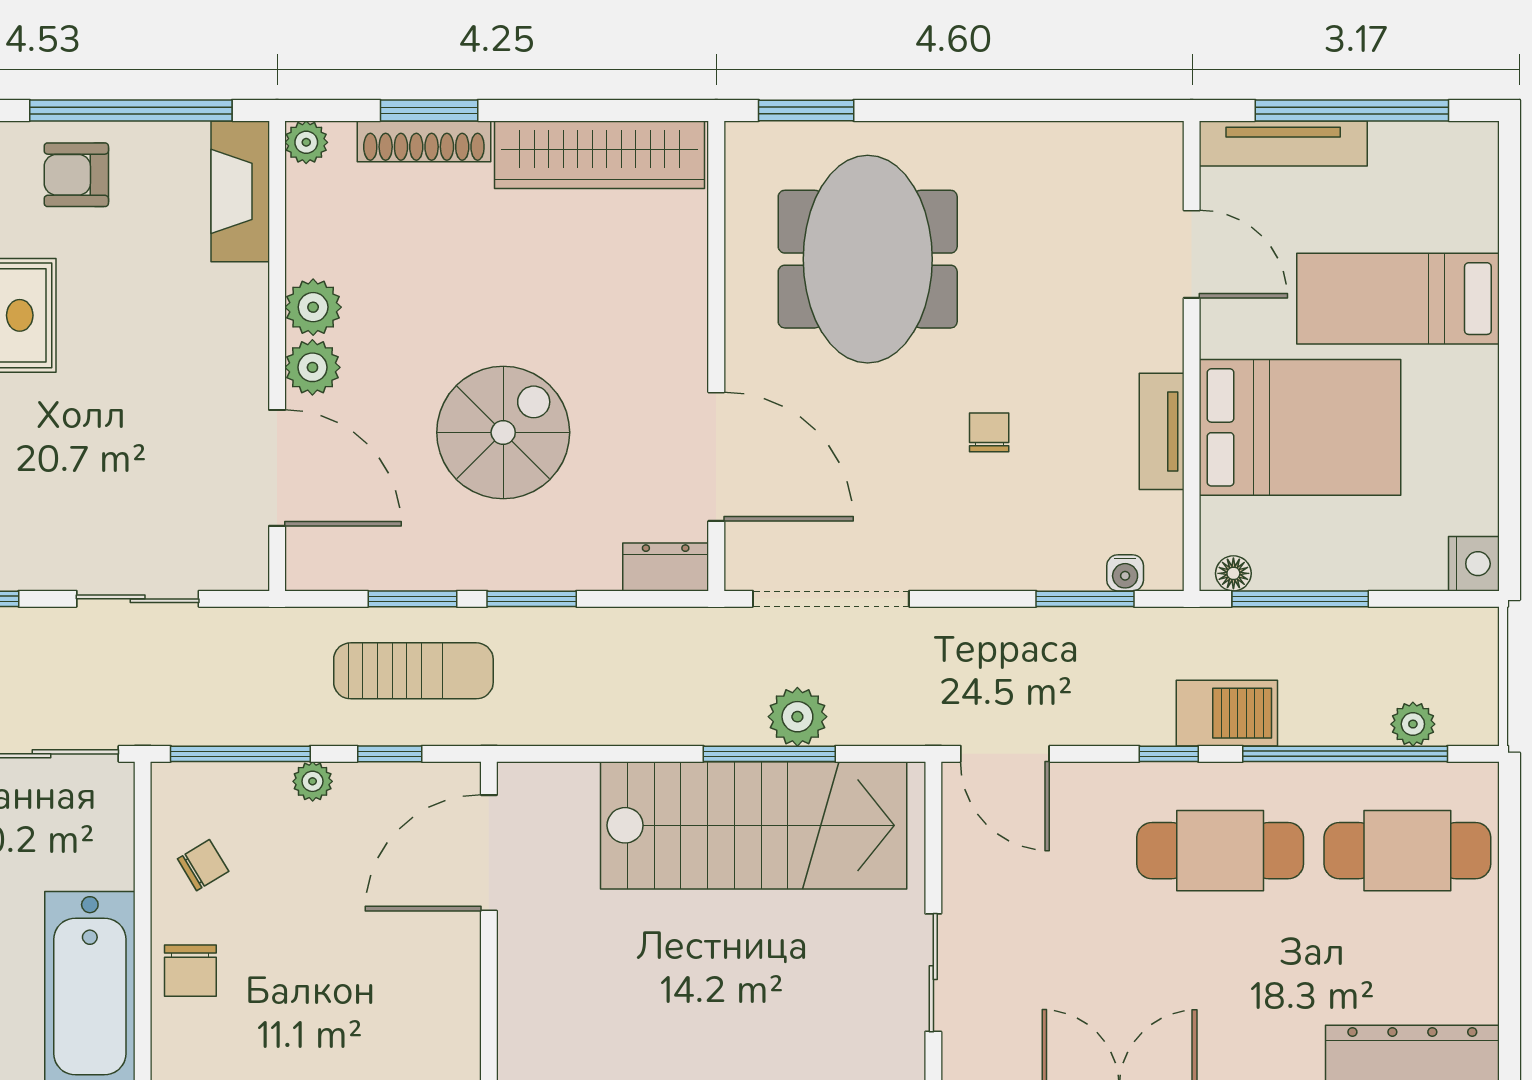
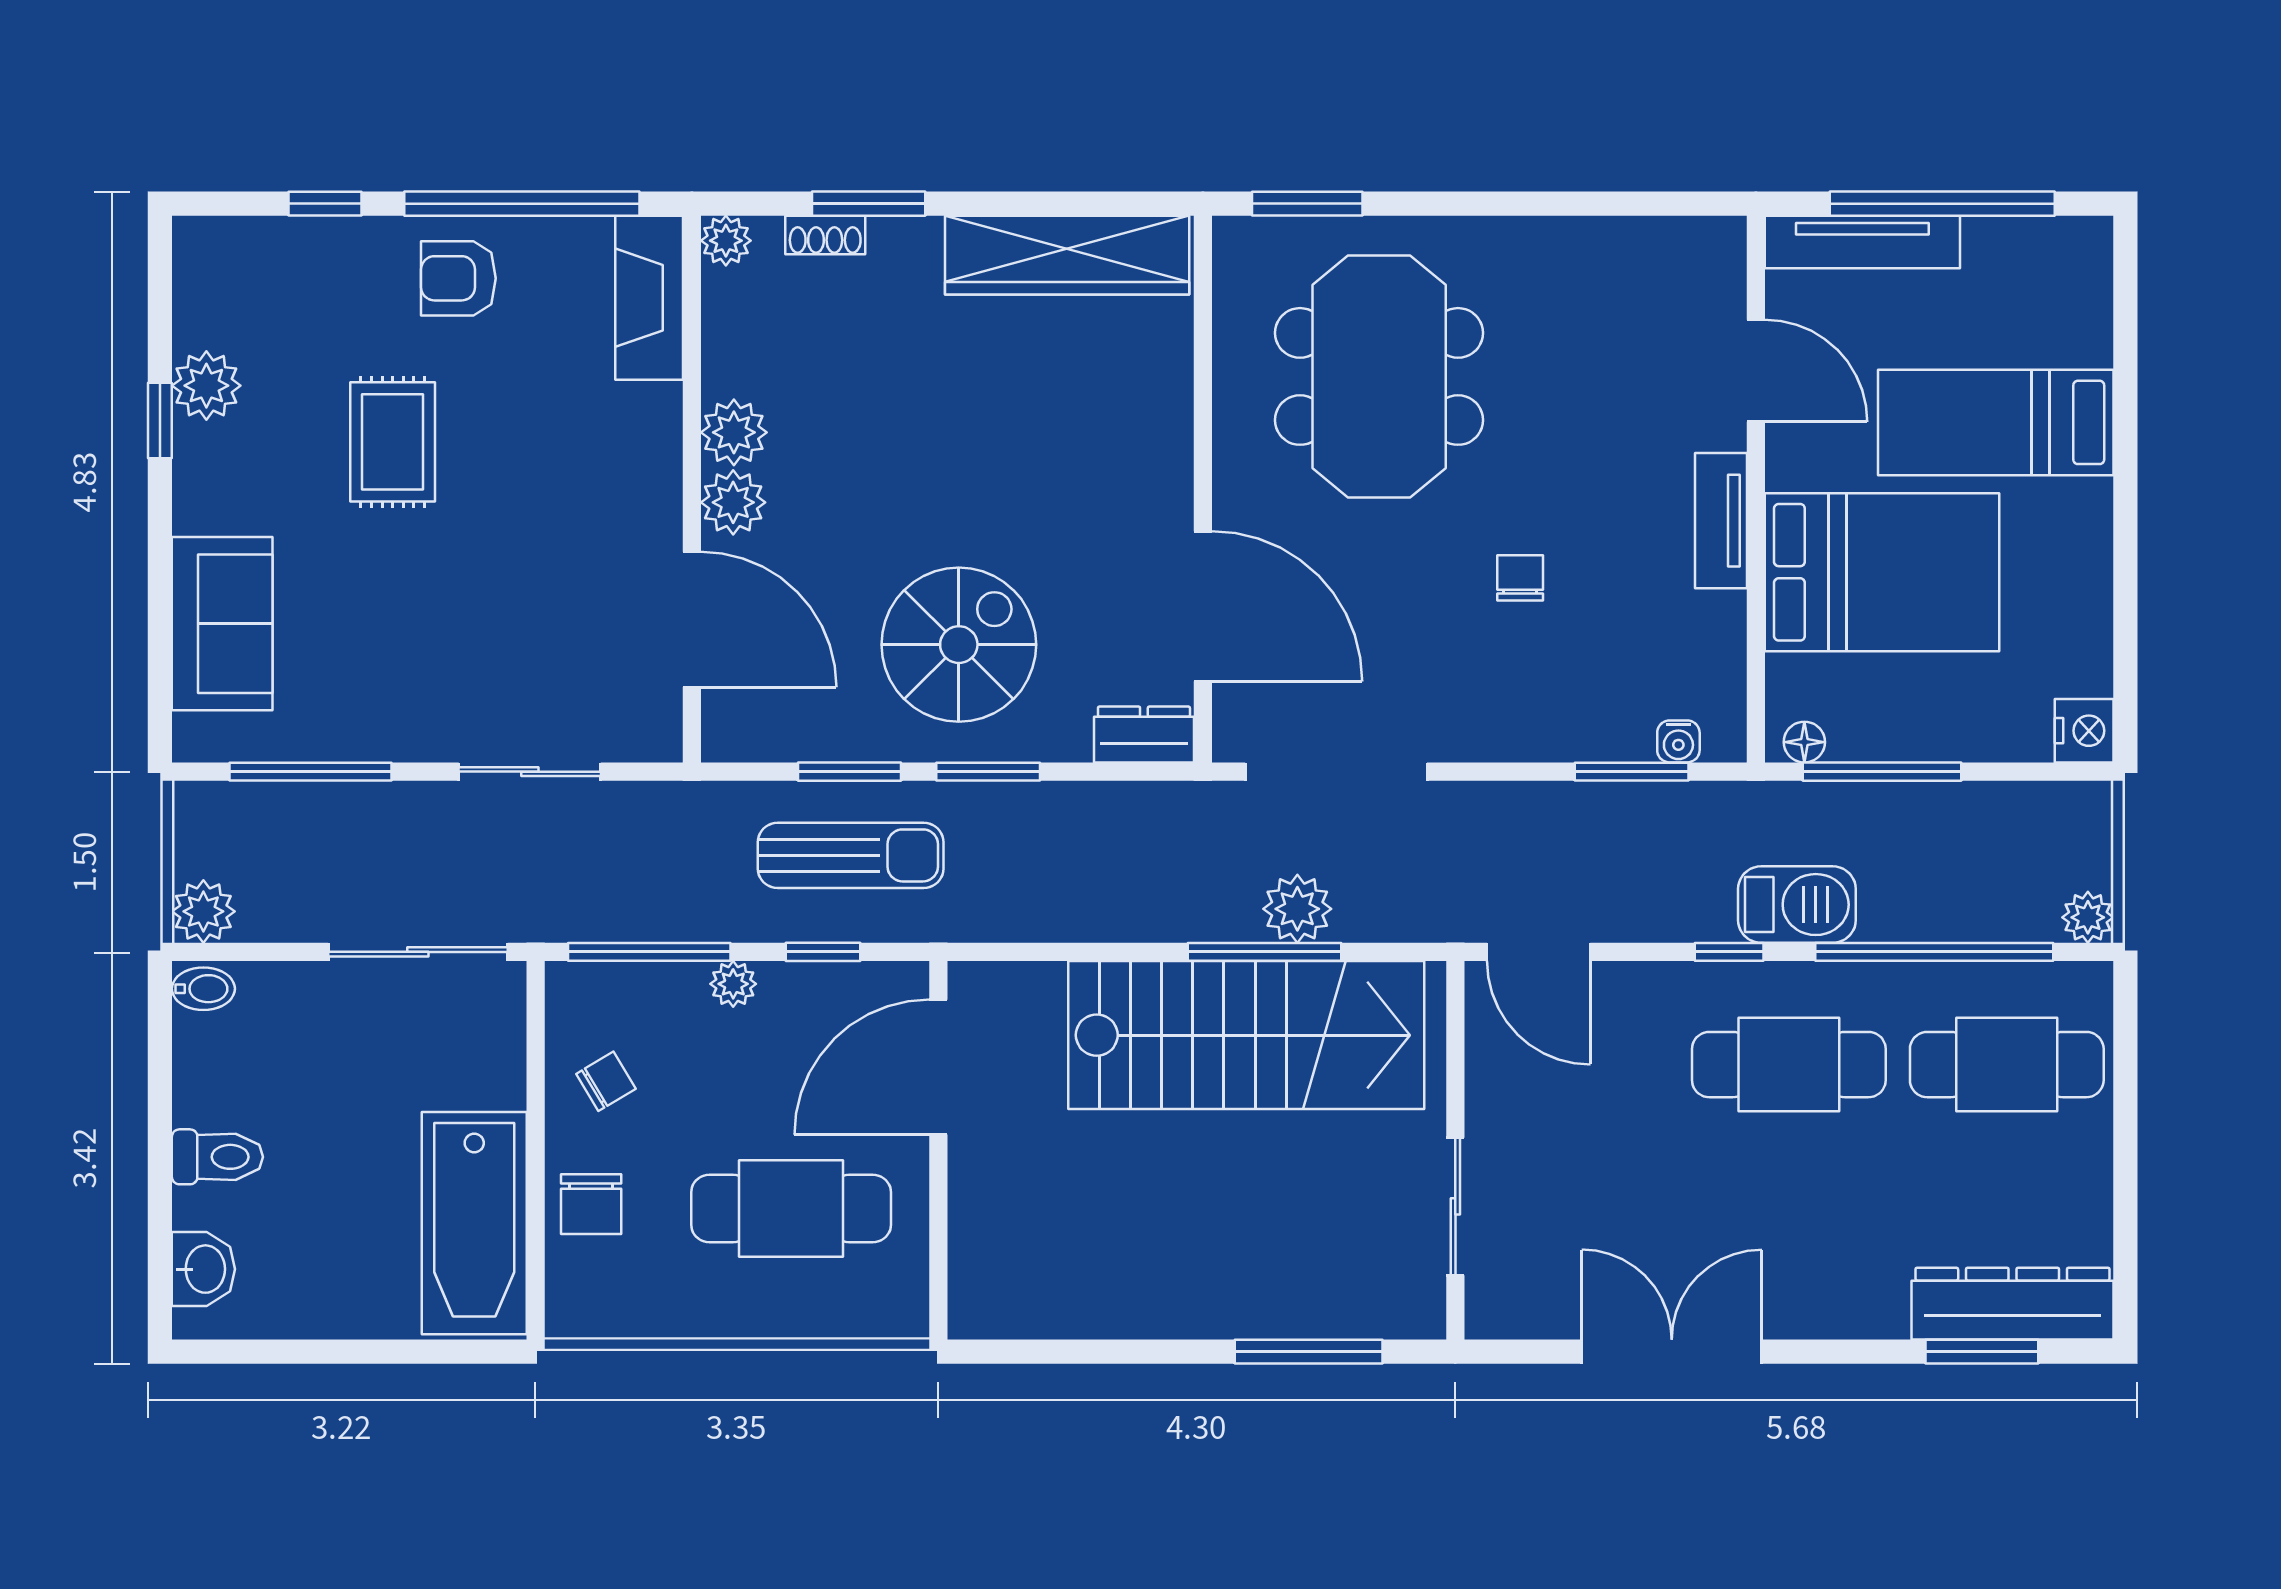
shoe rack: (424, 141) -> (825, 235), width x0.51, depth x0.81
tv unit: (1162, 431) -> (1721, 521), moved
spiral stairs: (503, 432) -> (959, 645), moved
plant: (1413, 724) -> (2088, 917), moved
cafe table: (362, 974) -> (791, 1209), added

